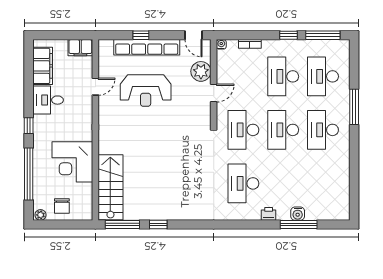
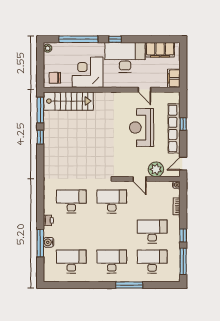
desk: (48, 100) -> (125, 57), width x1.87, depth x1.30
desk: (283, 130) -> (71, 261), moved
chair: (62, 206) -> (55, 78), moved

